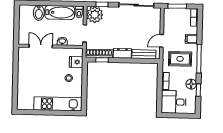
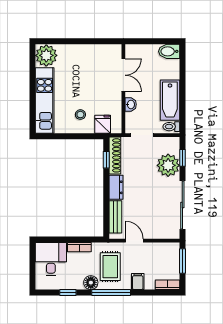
bidet: (39, 13) -> (169, 51), moved
plant: (95, 15) -> (168, 165), moved
floor lamp: (191, 84) -> (91, 283), moved
plant: (25, 102) -> (46, 55), added

